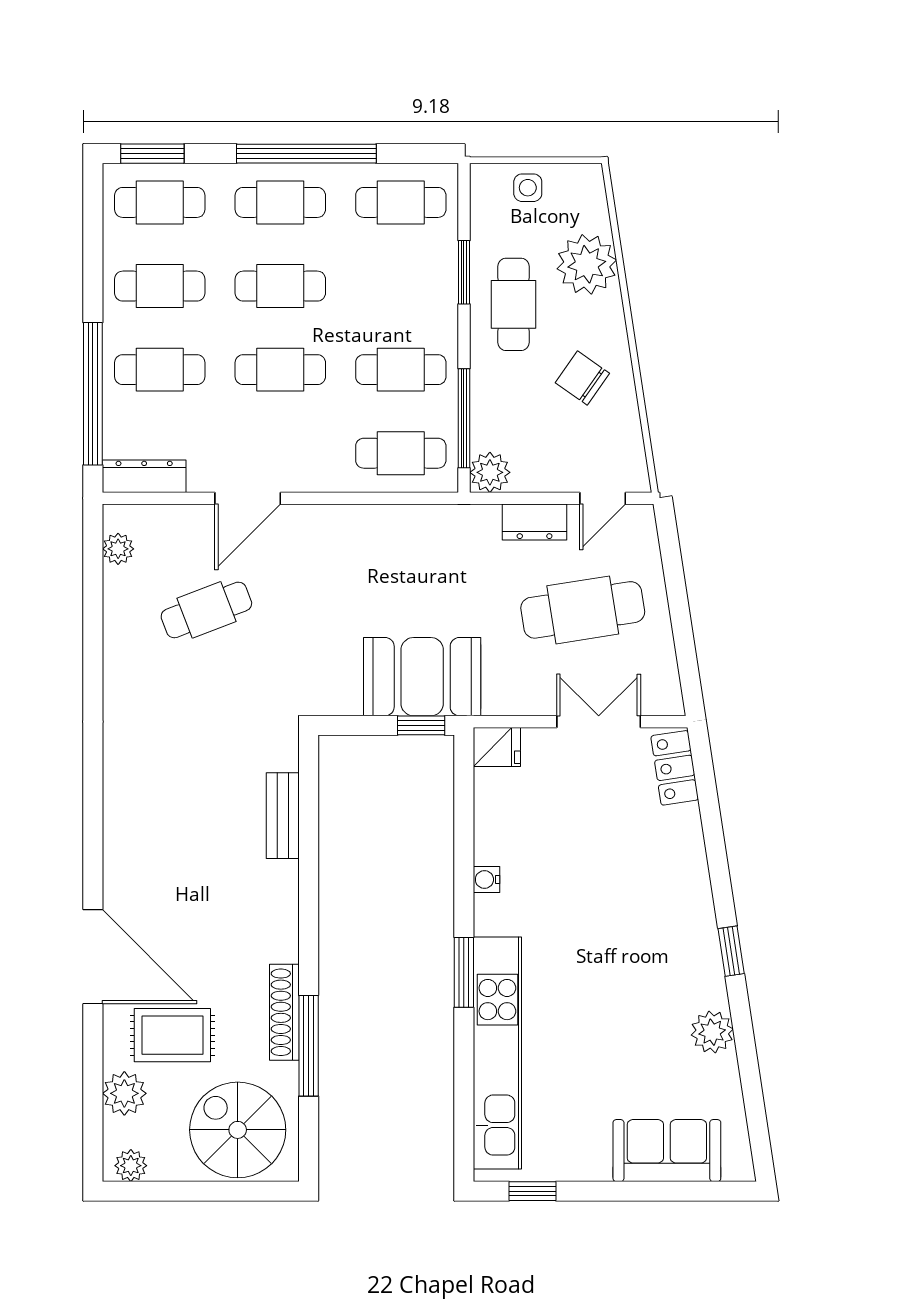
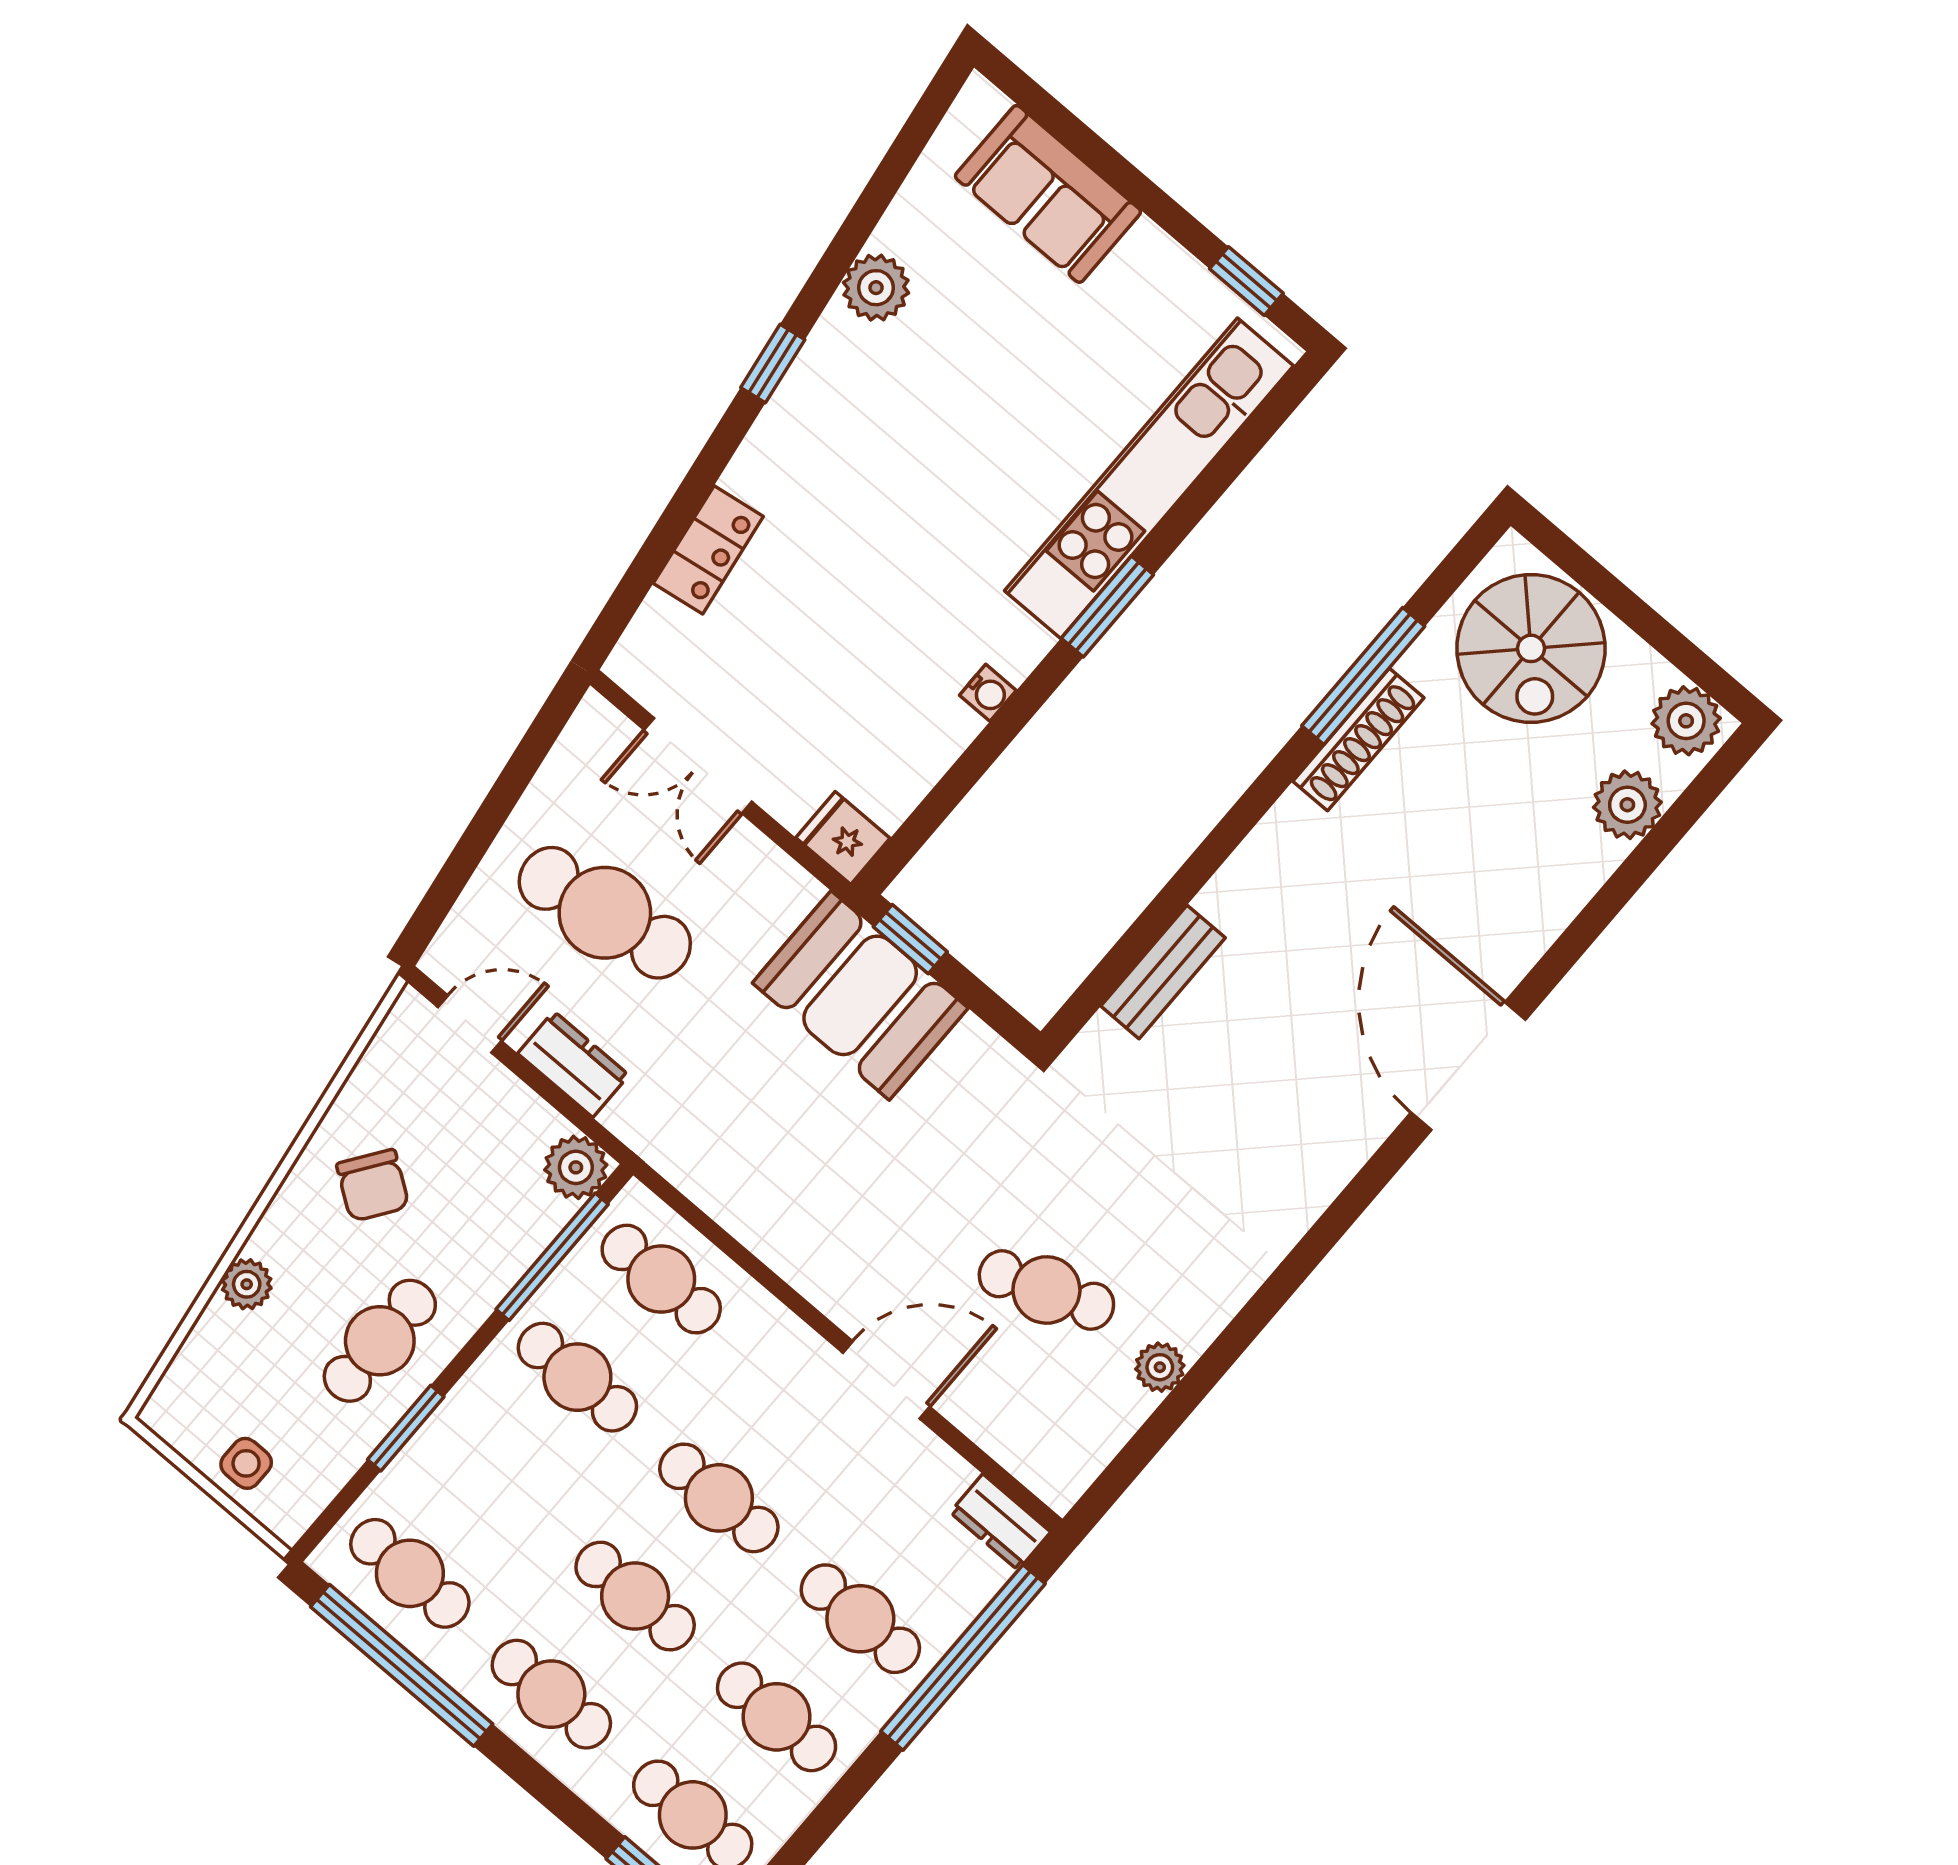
window: (306, 154) -> (402, 1665), moved
plant: (587, 264) -> (247, 1284), width x0.53, depth x0.53
dresser: (144, 476) -> (1000, 1522), width x0.70
plant: (118, 549) -> (1160, 1367), moved
locker: (675, 768) -> (708, 550), moved
door: (93, 957) -> (1468, 1066), moved
rug: (172, 1035) -> (1513, 825), removed
plant: (131, 1166) -> (1686, 721), width x1.38, depth x1.38

